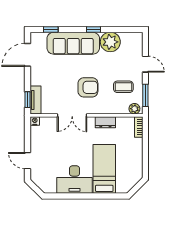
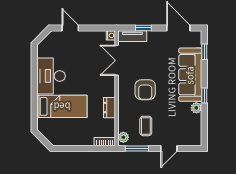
plant: (110, 42) -> (196, 108), width x0.53, depth x0.53
window: (27, 100) -> (143, 28), moved
double door: (72, 115) -> (117, 60), moved
door: (27, 161) -> (70, 28), hinge flipped

